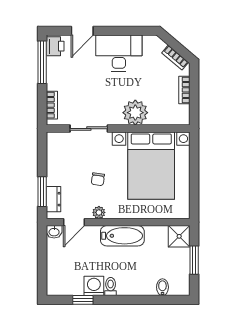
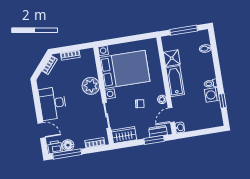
floor lamp: (55, 66) -> (68, 145), added
wardrobe: (56, 149) -> (124, 135), added
door: (74, 222) -> (171, 115), swing flipped
shower: (179, 236) -> (172, 58), moved
window: (194, 260) -> (184, 30), width x1.44

